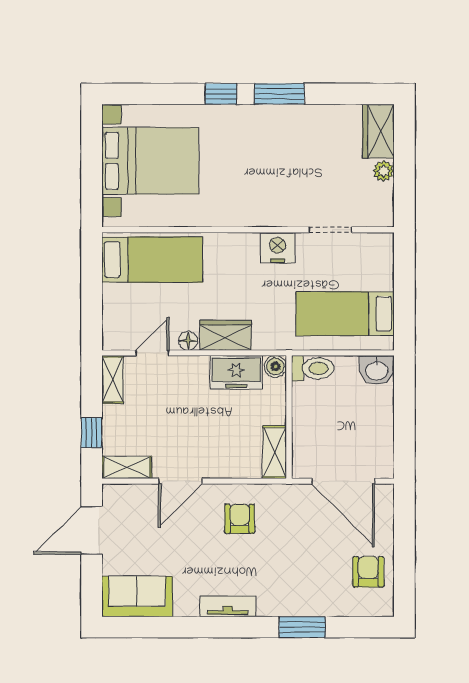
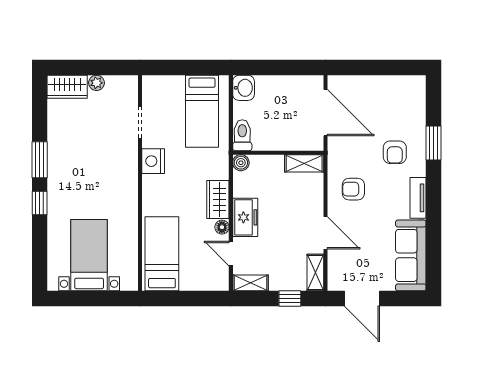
bed with nightstands: (150, 161) -> (89, 255), width x0.73
freezer: (236, 372) -> (245, 217), moved
door: (343, 481) -> (326, 113), hinge flipped
armchair: (368, 572) -> (395, 152), moved, turned -90
sofa: (137, 597) -> (411, 255), width x1.36

